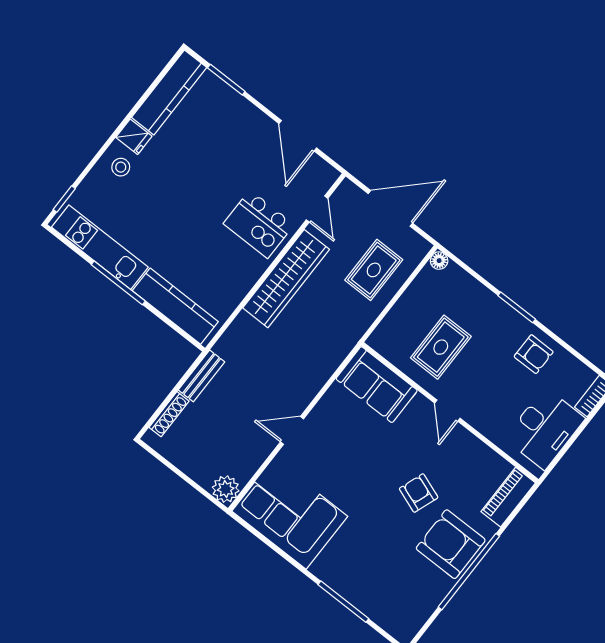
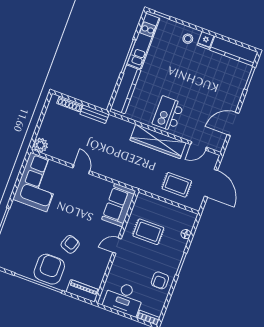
kitchen island: (259, 224) -> (168, 114), moved
floor lamp: (439, 261) -> (186, 234), moved

